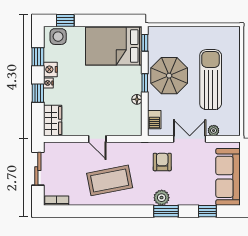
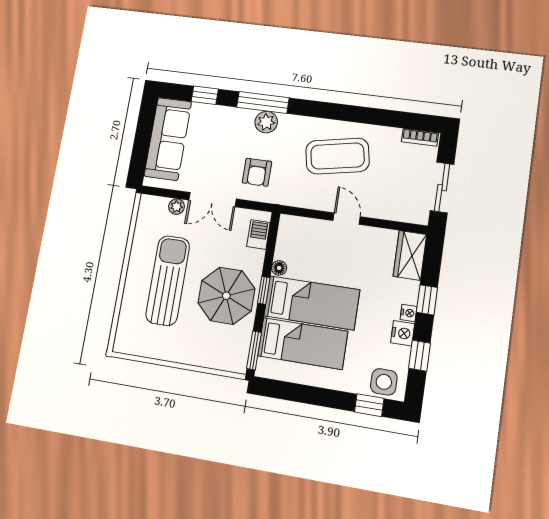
window: (145, 43) -> (254, 350), width x1.50
bed: (114, 46) -> (303, 344), width x0.67
bed: (112, 80) -> (312, 303), added
sun lounger: (211, 80) -> (168, 280), turned 180
window: (166, 211) -> (263, 102), width x1.44

